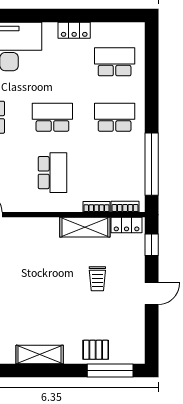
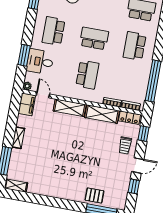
school desk: (115, 117) -> (135, 46), turned -90
trolley: (97, 279) -> (125, 145), moved
window: (152, 326) -> (134, 186), added
shelving: (40, 354) -> (70, 108), moved

